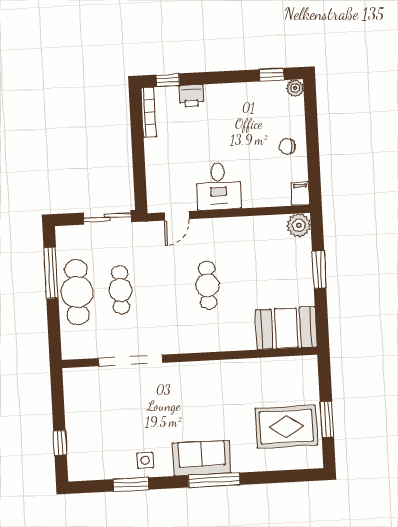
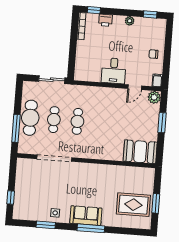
plant: (295, 88) -> (130, 21), moved
door: (177, 216) -> (135, 87), moved
window: (51, 273) -> (16, 128), moved
cafe table: (208, 285) -> (77, 121), moved

